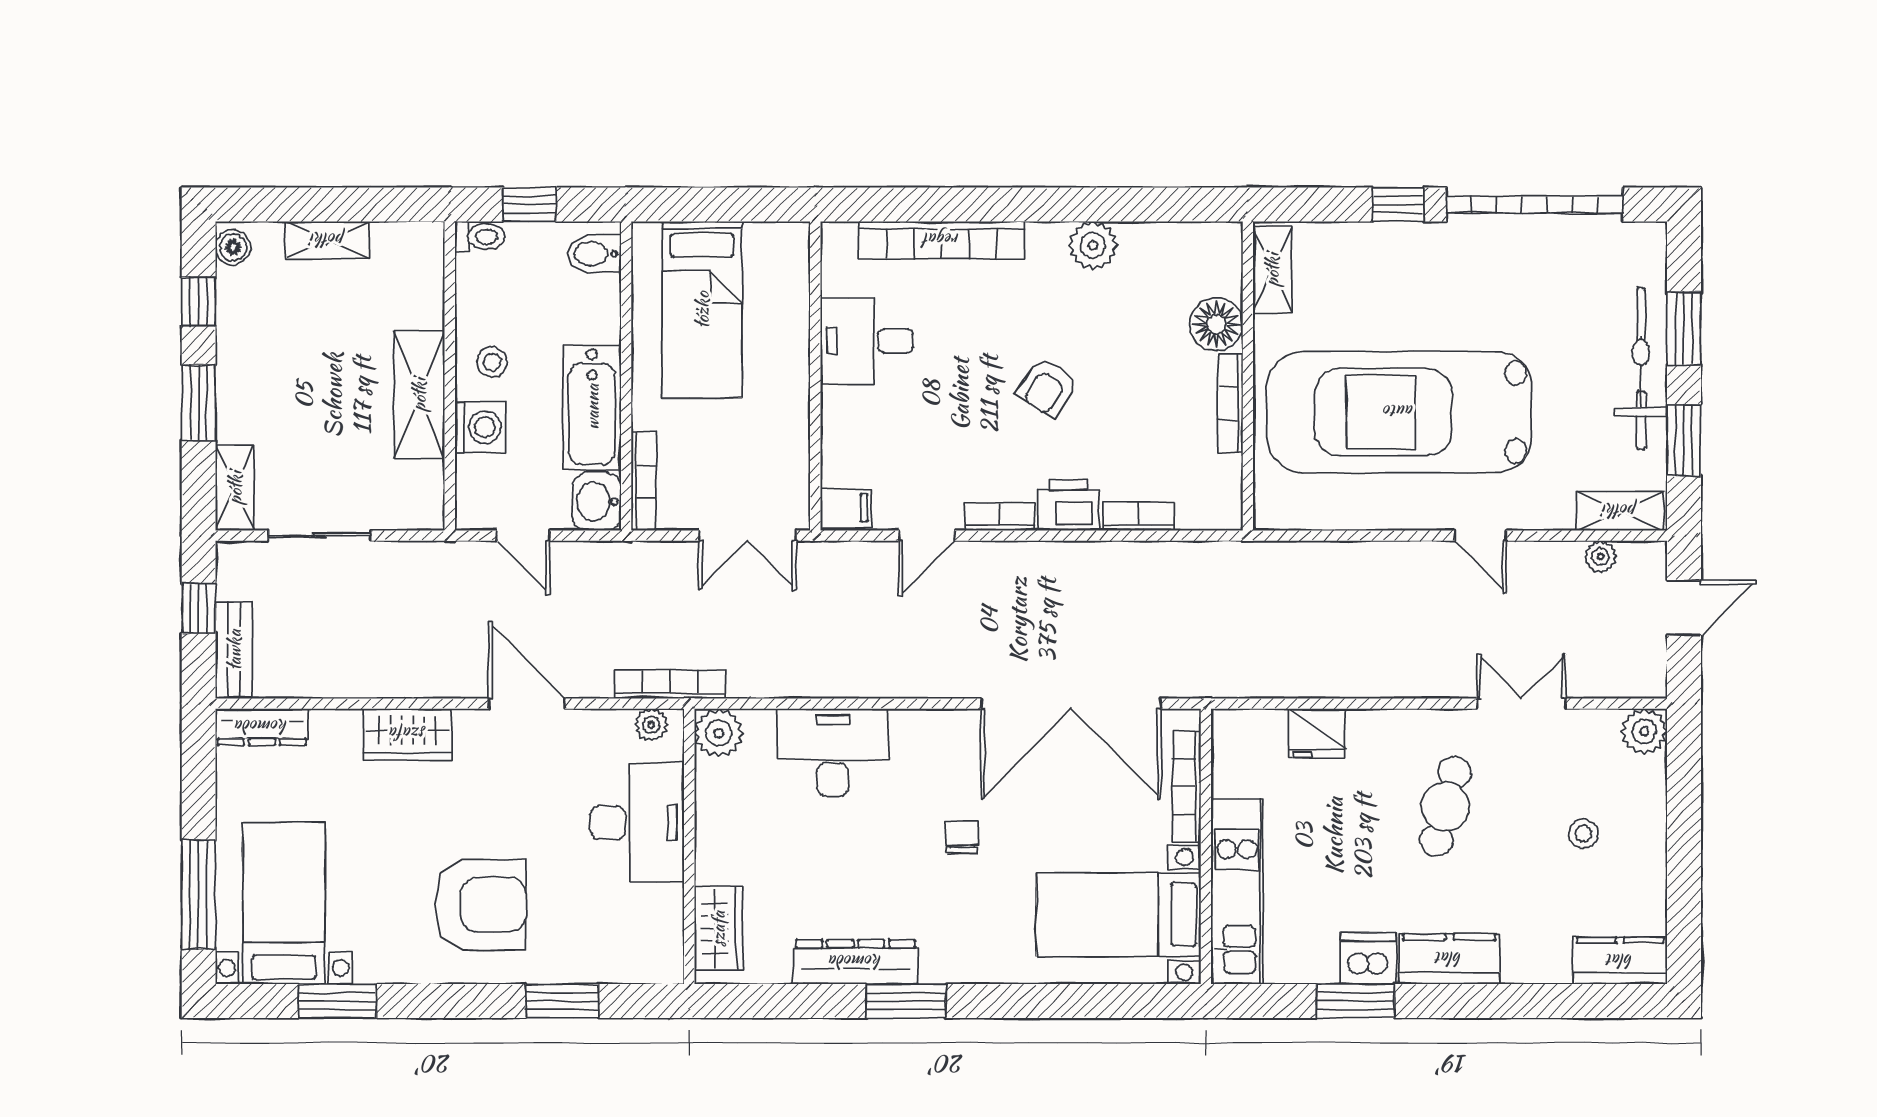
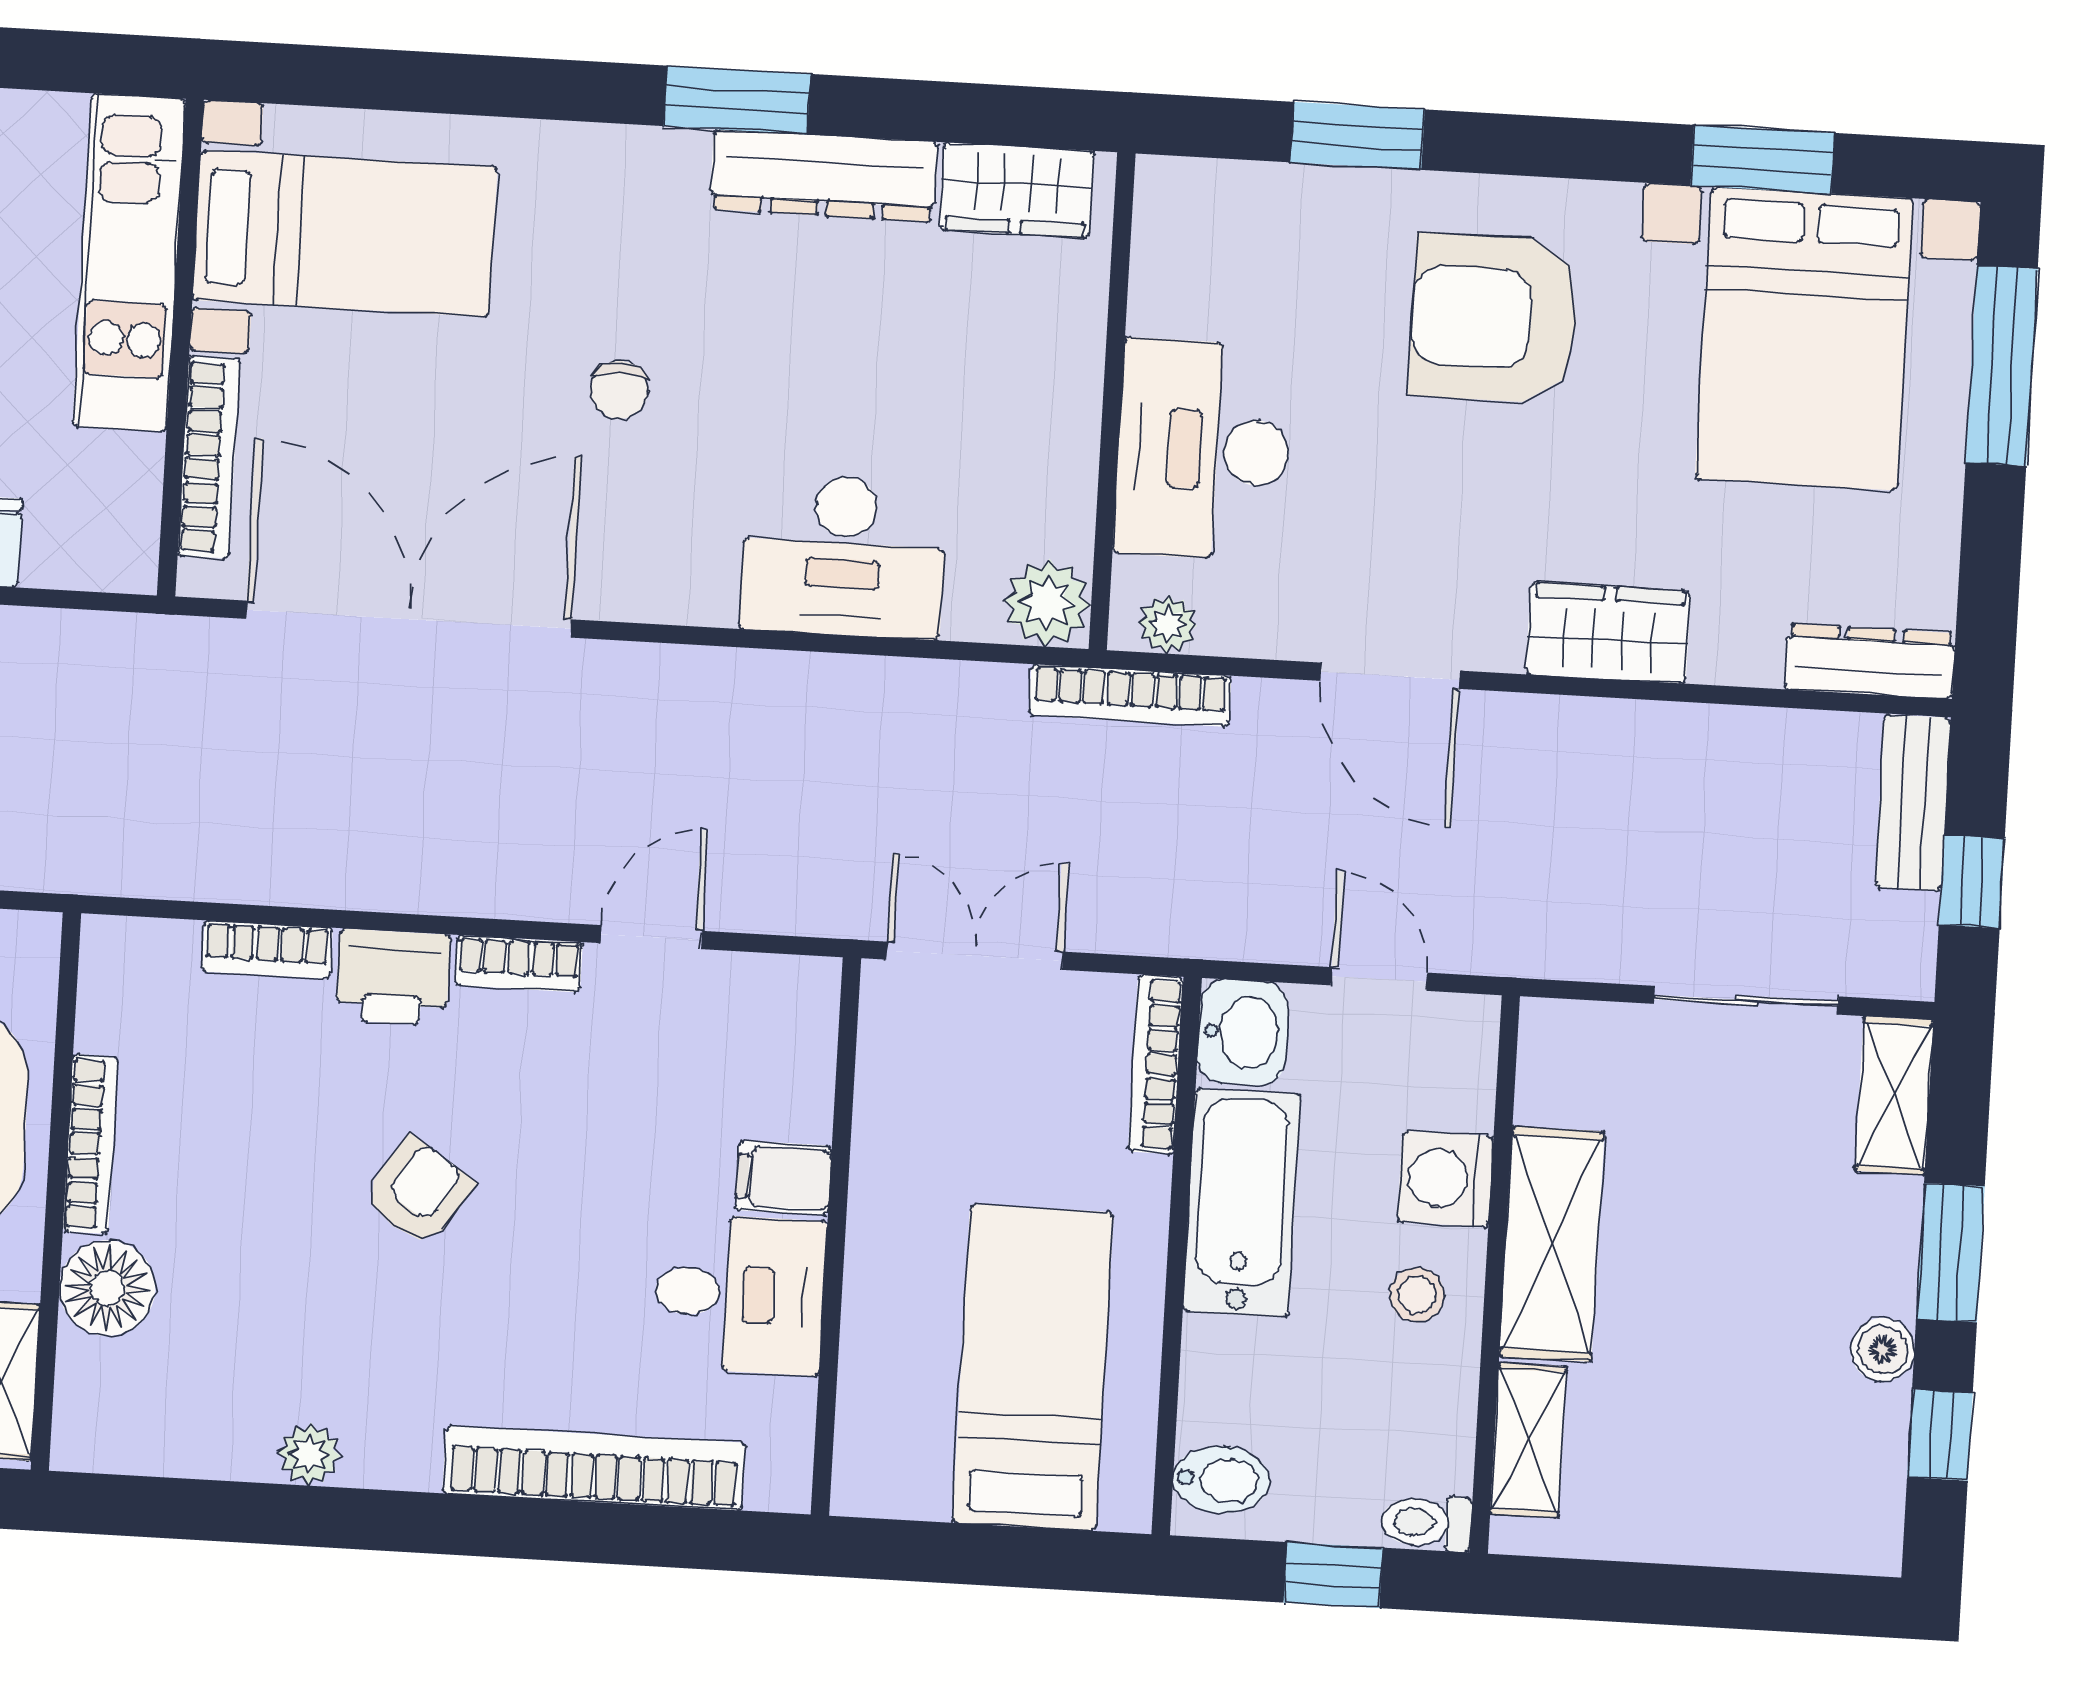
shelving: (328, 240) -> (1528, 1440), moved, turned 90
plant: (1093, 245) -> (309, 1454), width x0.73, depth x0.73
boiler: (233, 247) -> (1883, 1350), moved
filing cabinet: (846, 508) -> (783, 1178), moved
bed with nightstands: (284, 903) -> (1804, 339), width x1.36
wardrobe: (718, 929) -> (1017, 190), moved, turned -90

